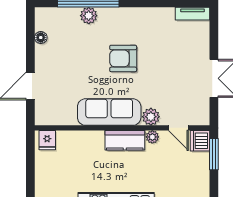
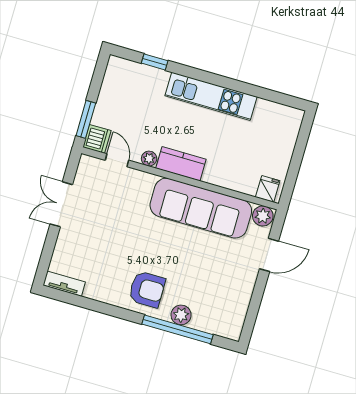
floor lamp: (41, 38) -> (242, 306), removed
armchair: (123, 58) -> (147, 289), moved
sofa: (109, 112) -> (201, 208), width x1.36, depth x1.27
plant: (151, 117) -> (263, 216), moved

